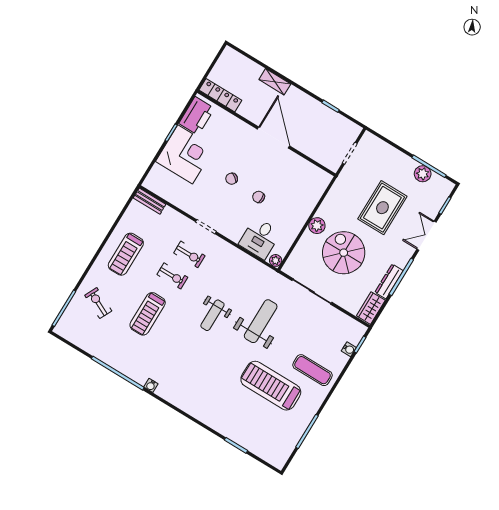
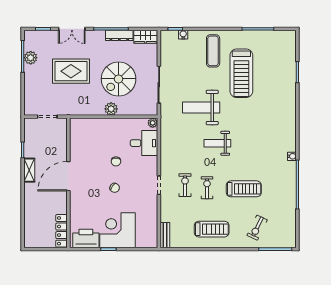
shelving: (275, 82) -> (29, 170), moved
weight bench: (212, 315) -> (217, 143), turned 180

